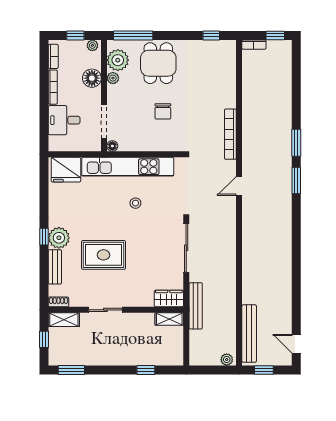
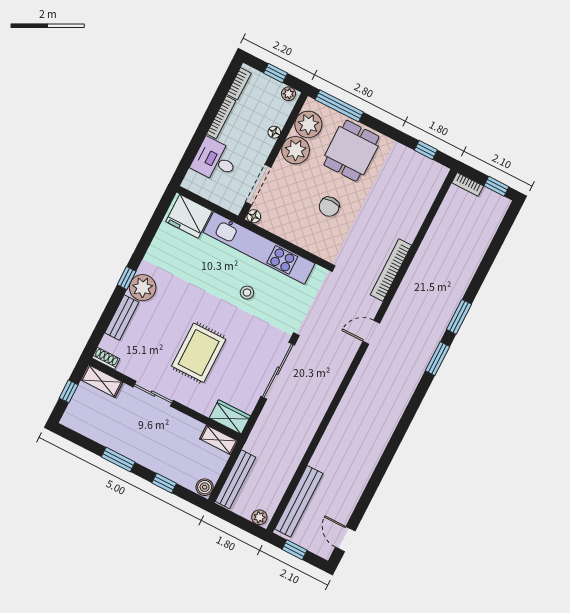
floor lamp: (92, 78) -> (274, 132), width x0.53, depth x0.53
plant: (113, 78) -> (296, 150), width x1.88, depth x1.88
rug: (104, 255) -> (199, 353), moved, turned 90
bench: (196, 306) -> (235, 479), moved
boiler: (176, 358) -> (205, 487), added
window: (71, 370) -> (118, 460), moved

